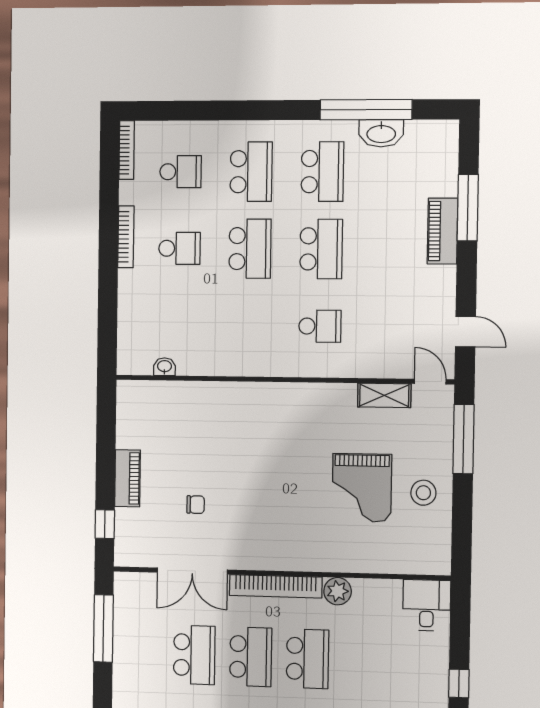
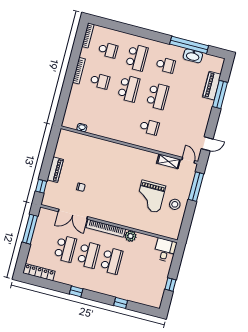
school desk: (322, 172) -> (166, 65), width x0.54
piano: (442, 231) -> (212, 86), moved
door: (465, 332) -> (207, 144), hinge flipped

